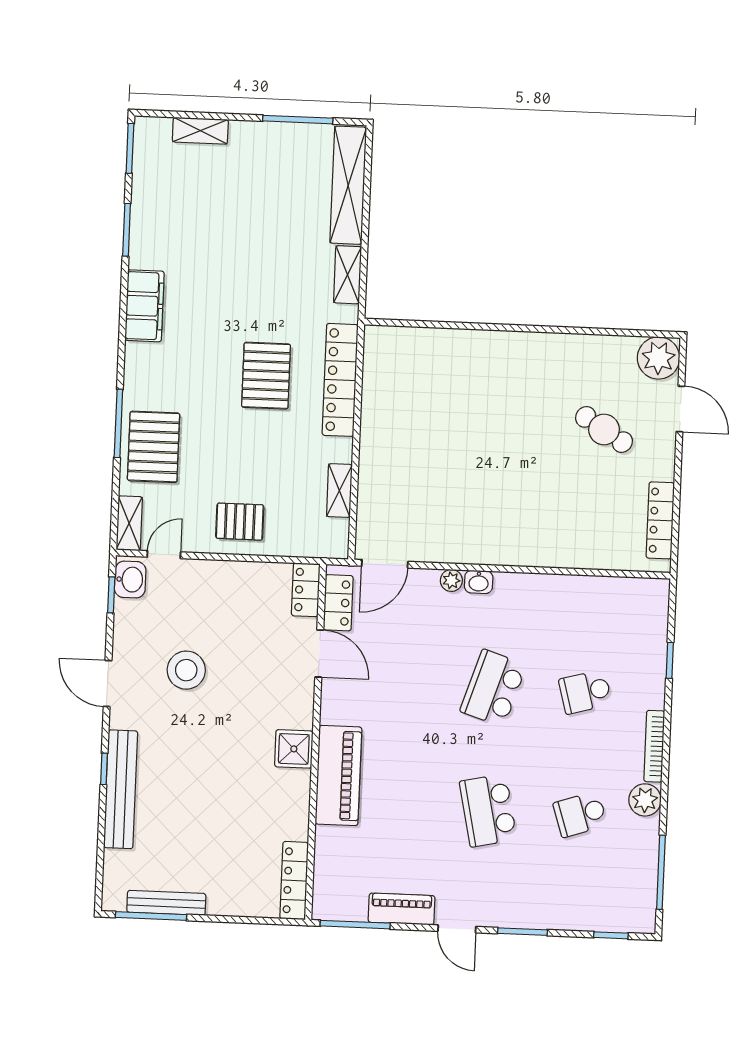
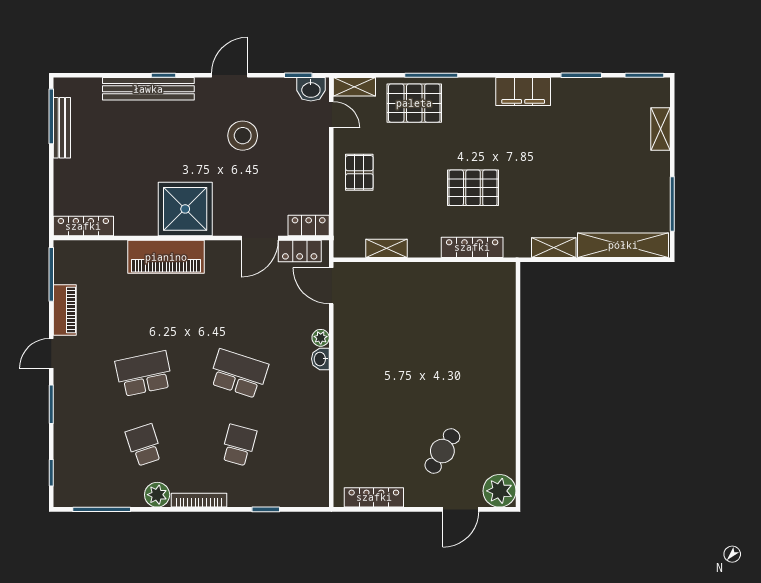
locker: (340, 380) -> (472, 247), width x0.71, depth x0.83
school desk: (585, 692) -> (239, 445), turned 30
shower: (294, 749) -> (185, 209), width x1.86, depth x1.86

